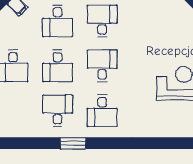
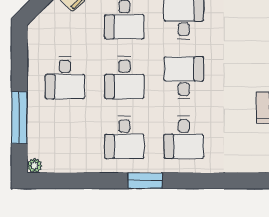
desk: (58, 111) -> (124, 138), turned 180

